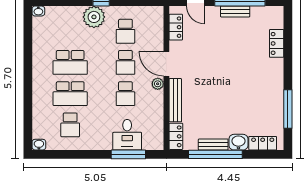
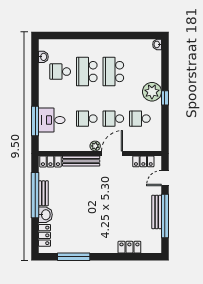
bench: (235, 11) -> (157, 212), width x1.36
washbasin: (39, 145) -> (43, 57), moved

